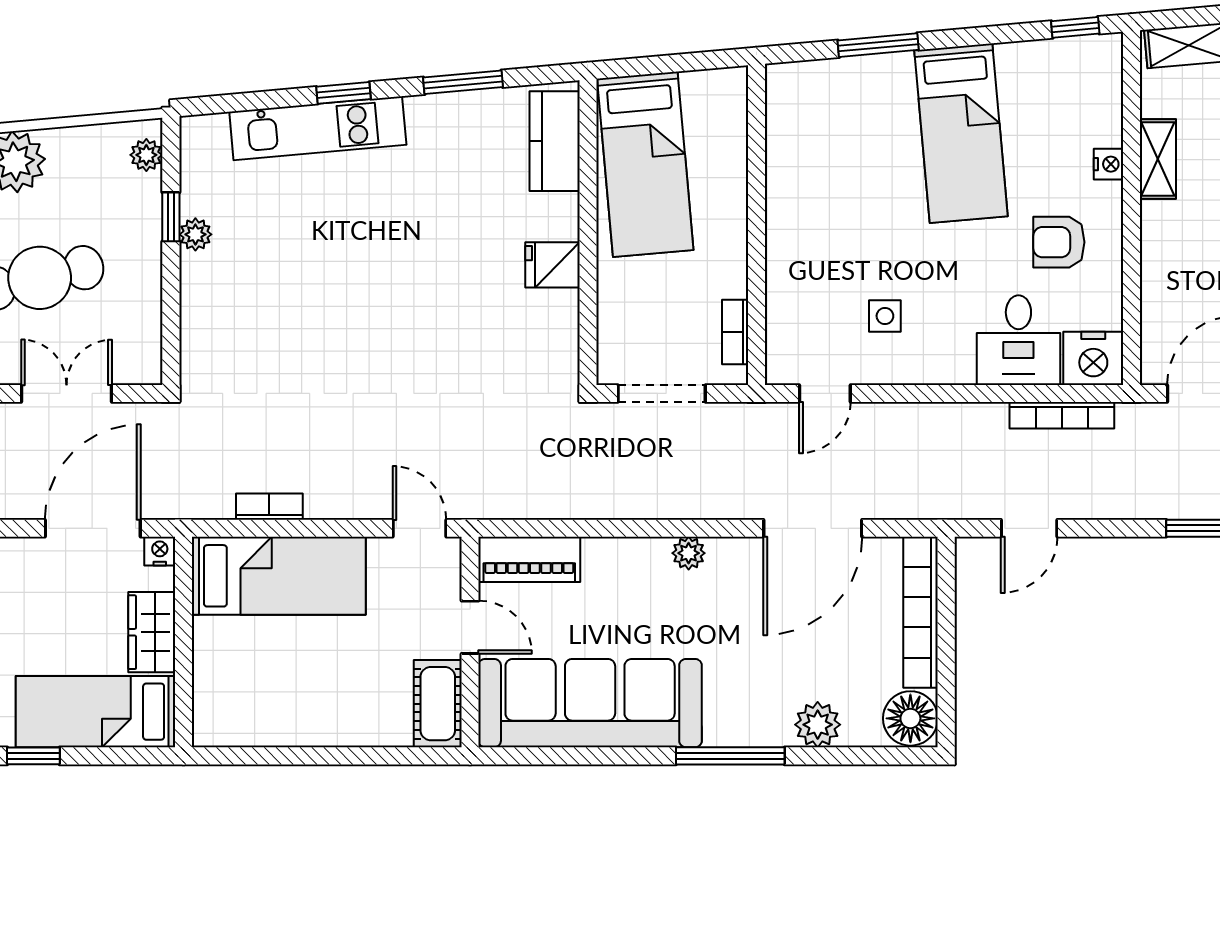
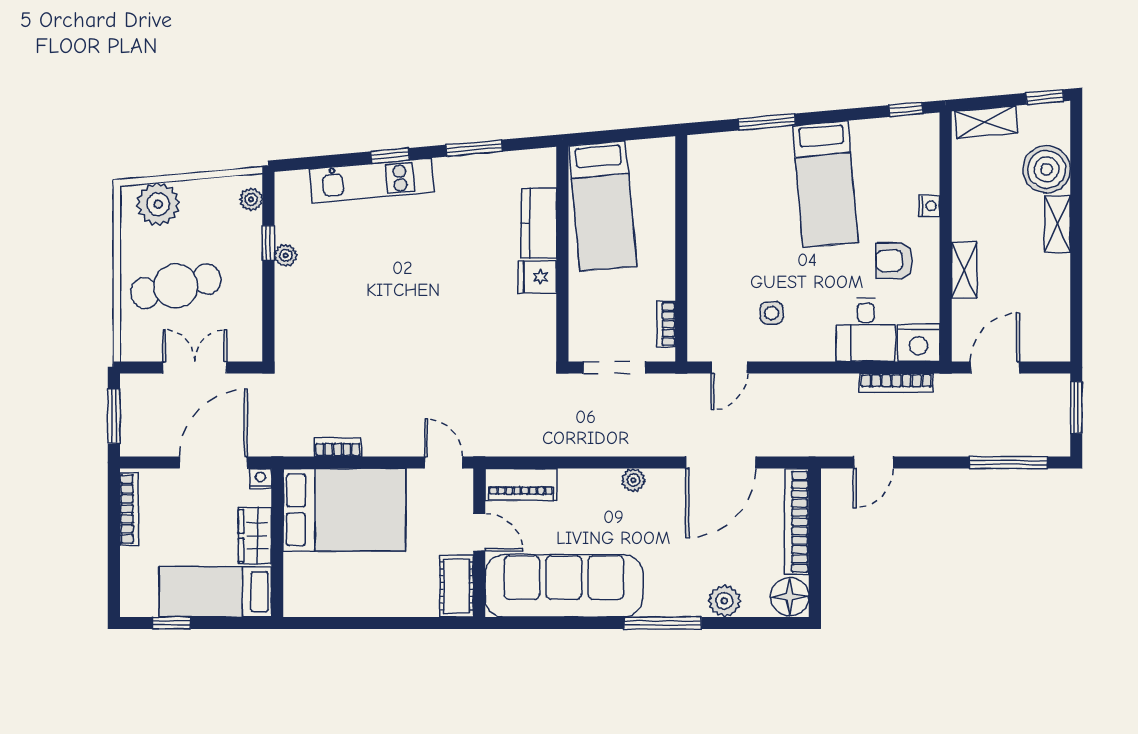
kitchen counter: (555, 141) -> (539, 223), moved
shelving: (1158, 159) -> (964, 270), moved
bed: (279, 576) -> (344, 510), width x1.50

